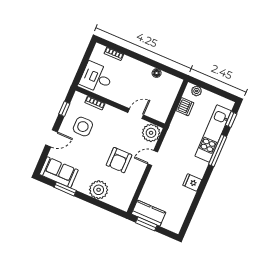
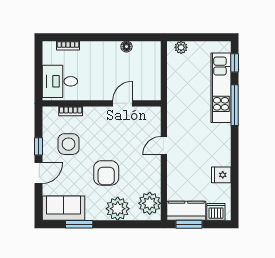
dishwasher: (185, 107) -> (216, 212), moved, turned -90
window: (64, 109) -> (38, 146), moved
plant: (151, 133) -> (150, 203), moved
armchair: (119, 160) -> (106, 173), moved
fridge: (192, 182) -> (221, 175), moved

